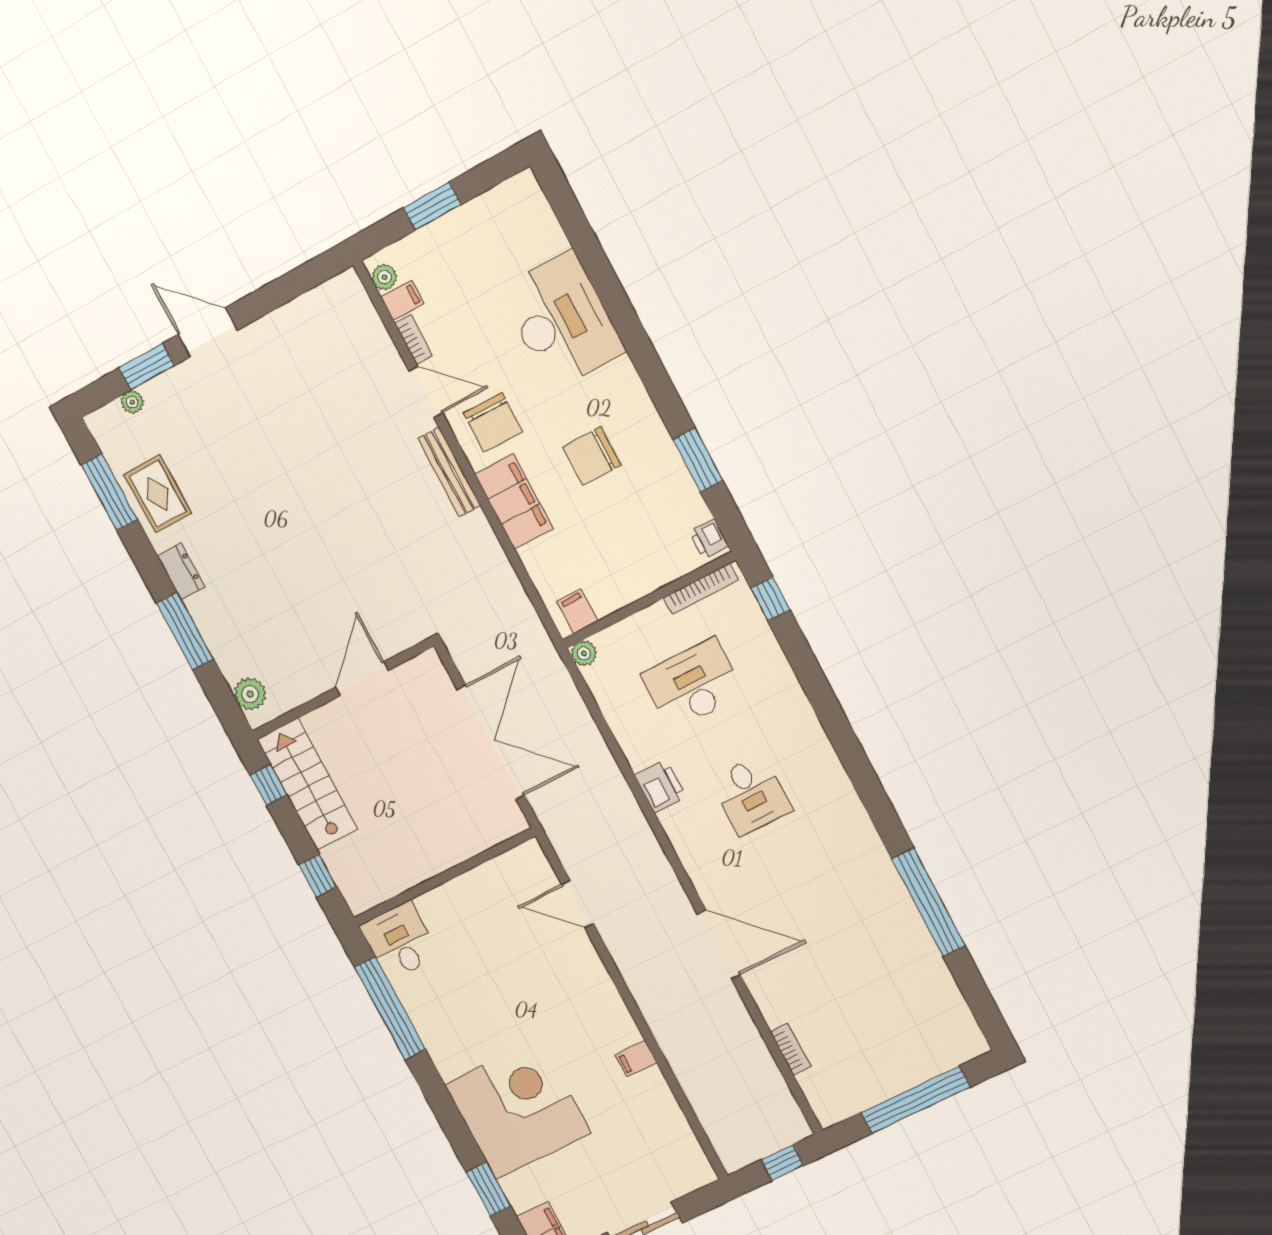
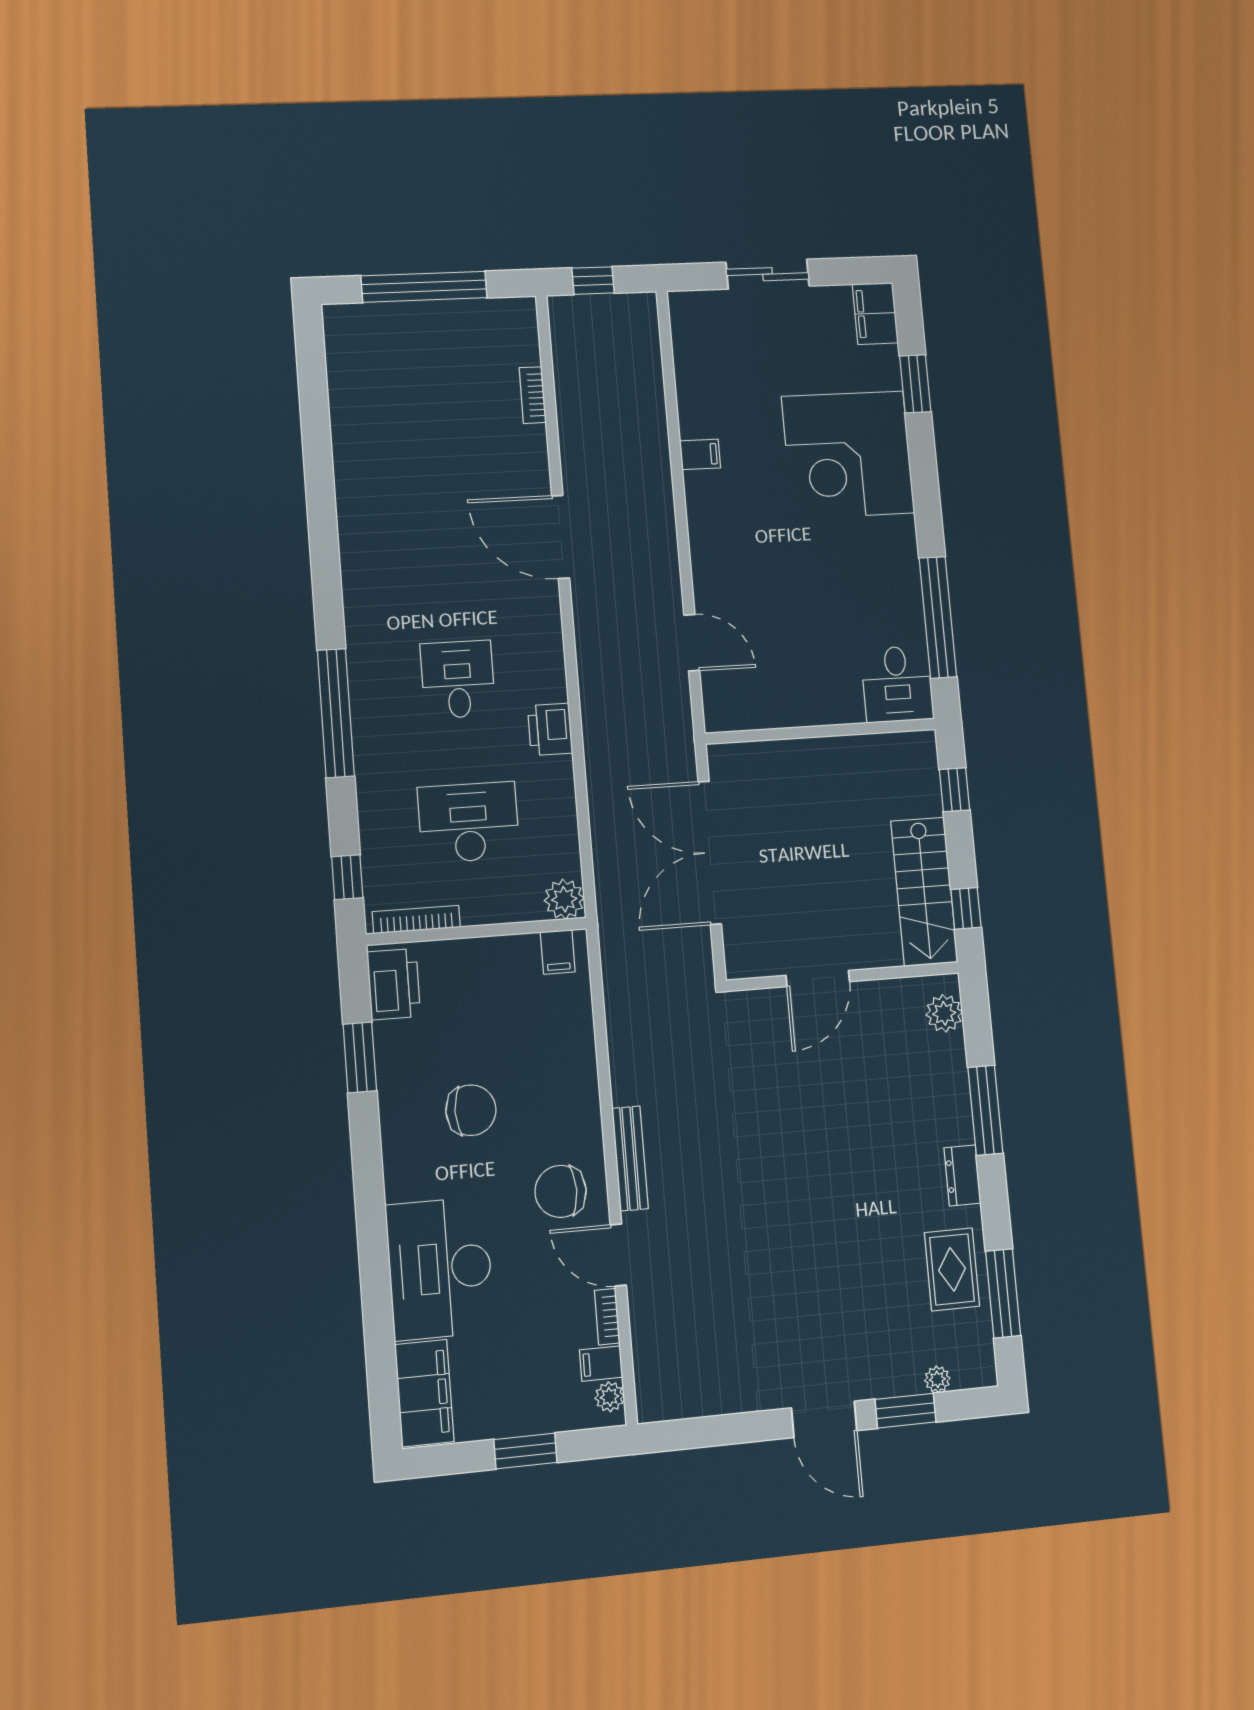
chair: (493, 422) -> (561, 1191), turned -90
filing cabinet: (514, 501) -> (424, 1393), moved, turned 180
printer: (709, 539) -> (394, 984), width x1.87, depth x1.48
plant: (584, 653) -> (564, 899), width x1.38, depth x1.38
desk: (693, 684) -> (469, 822), turned 180
window: (929, 902) -> (336, 713), moved

